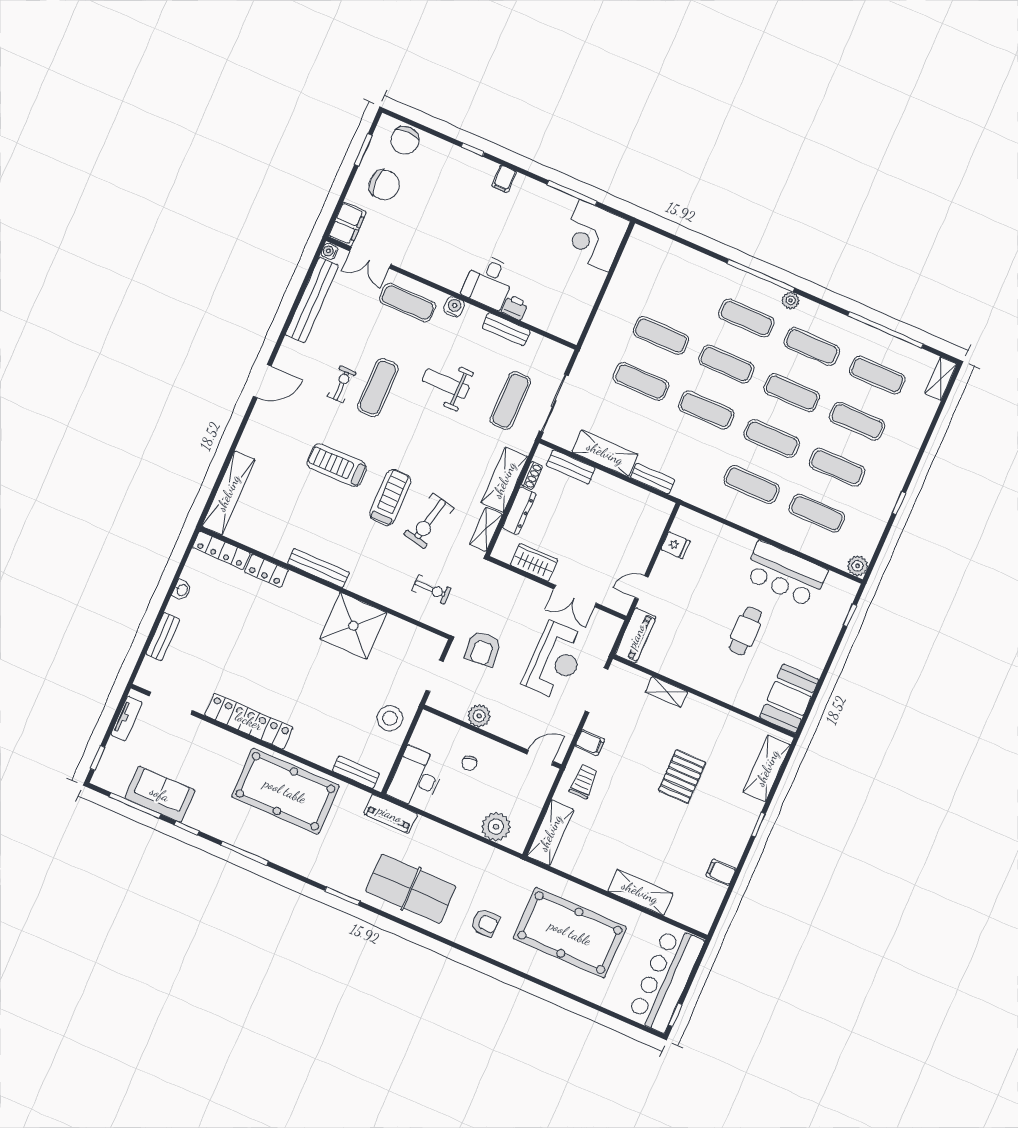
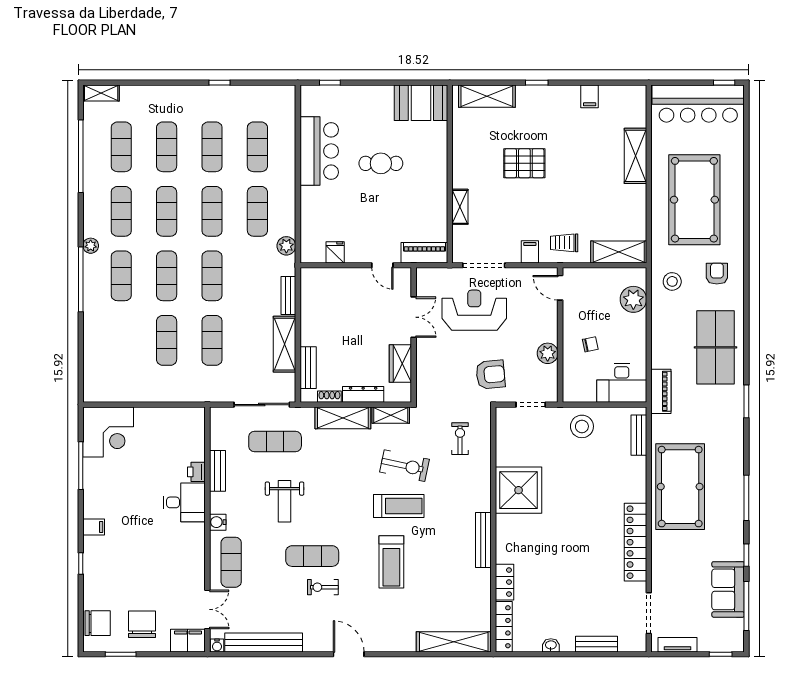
treadmill: (390, 497) -> (399, 506), turned 180
plant: (858, 566) -> (286, 246), moved
stool: (497, 874) -> (672, 281), added

